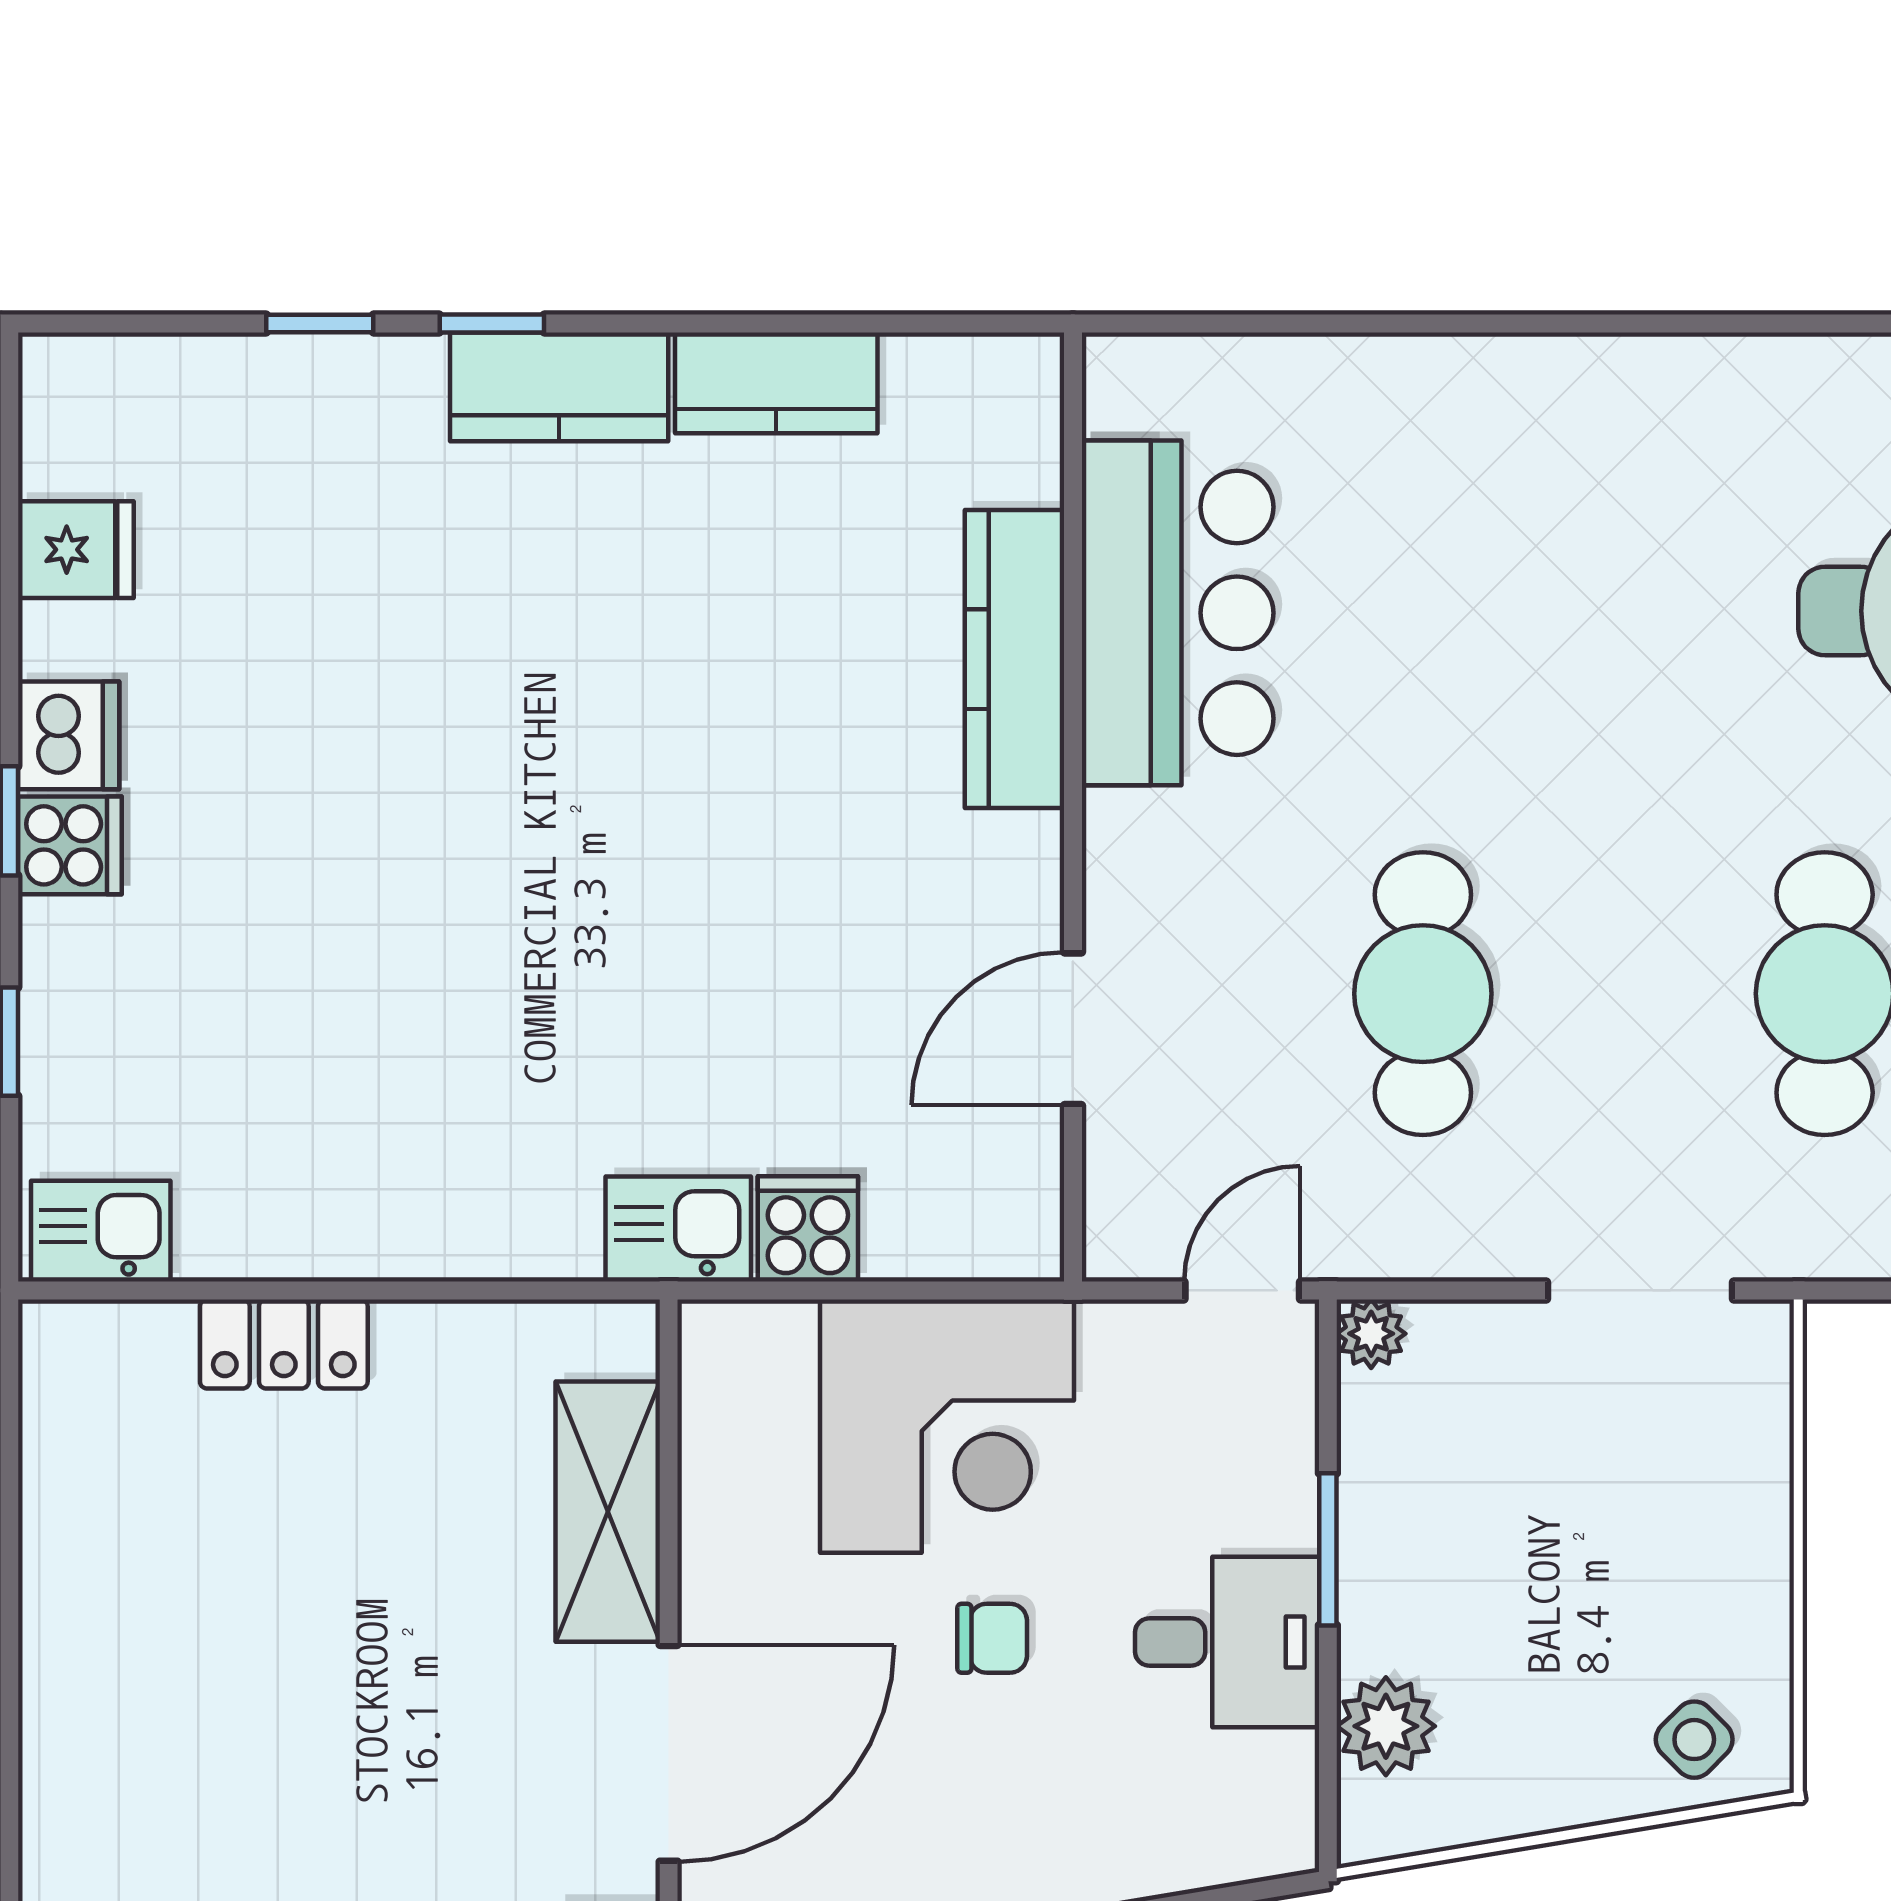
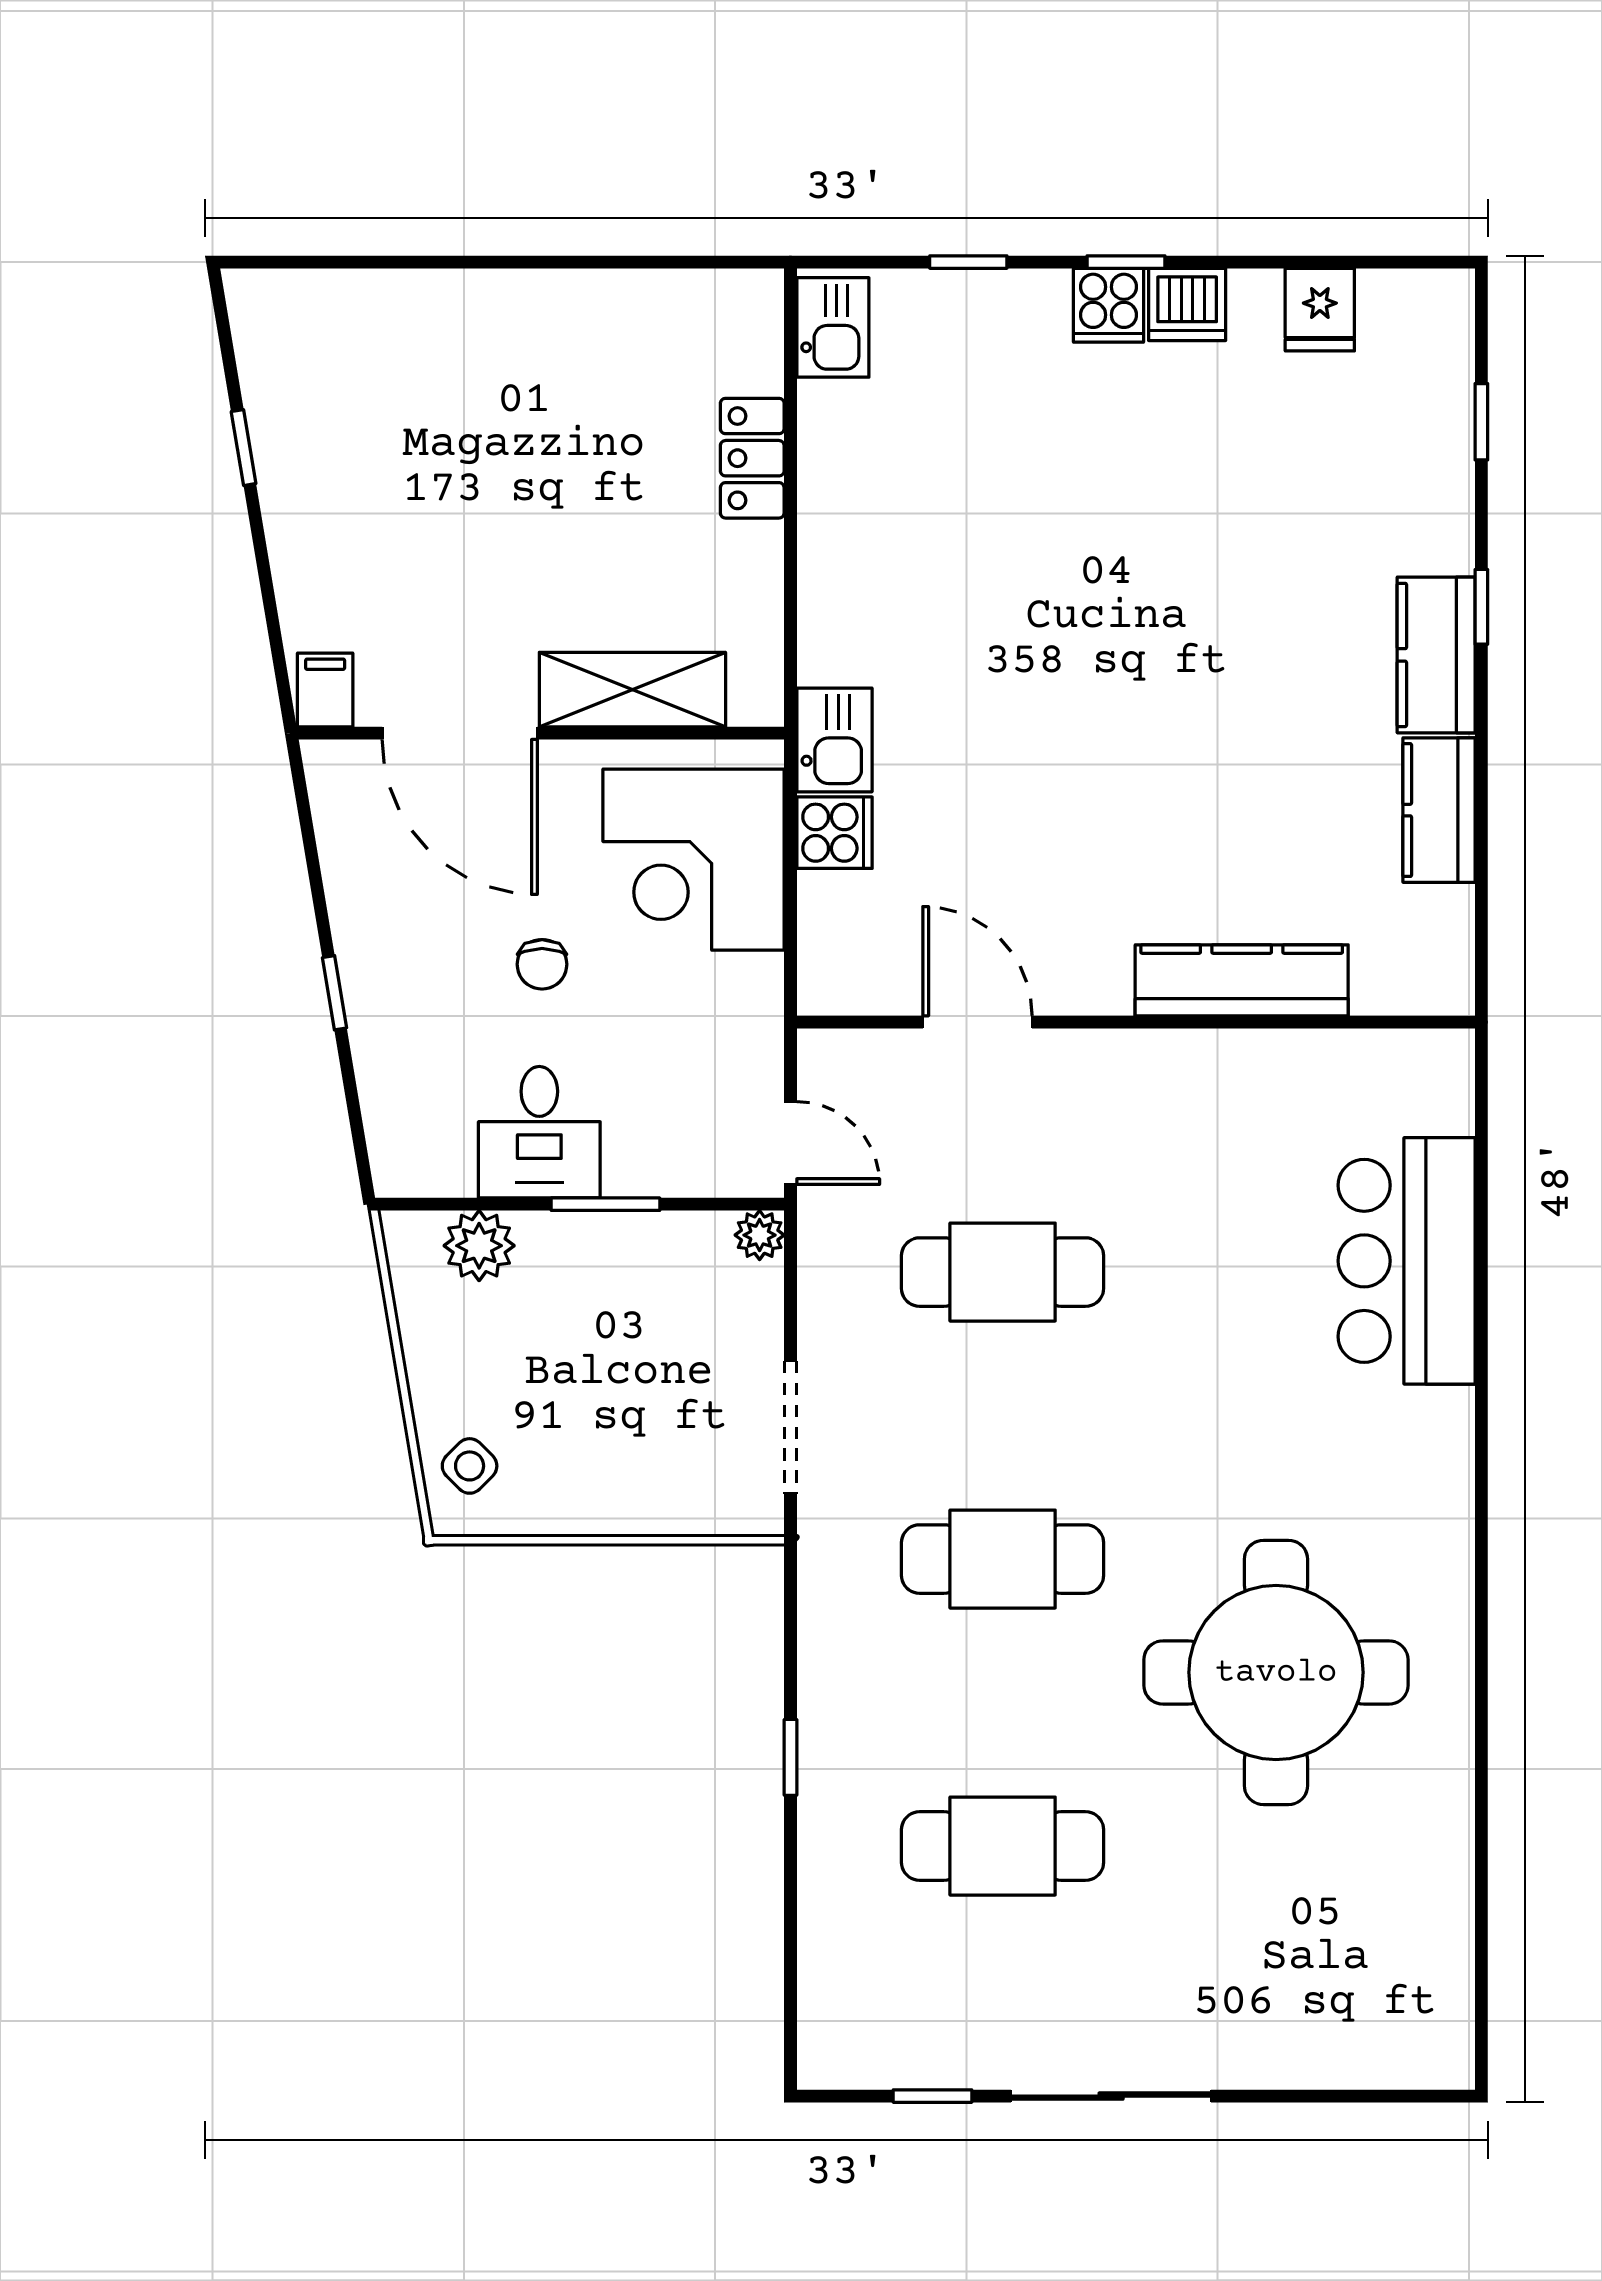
window: (320, 324) -> (1481, 422), moved
bar counter: (1178, 613) -> (1407, 1261), moved, turned 90
corner desk: (947, 1426) -> (694, 860), moved

